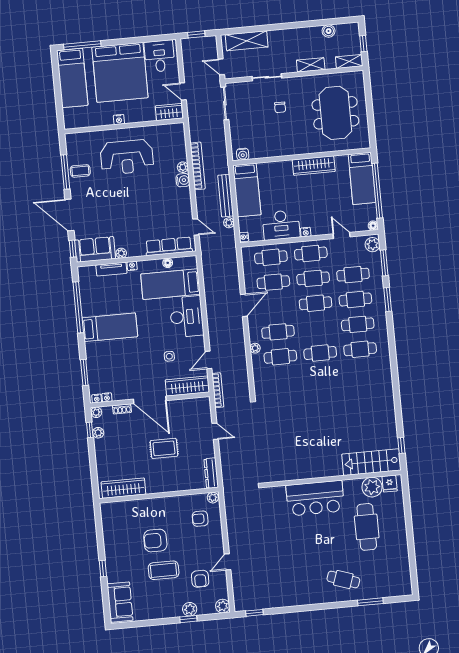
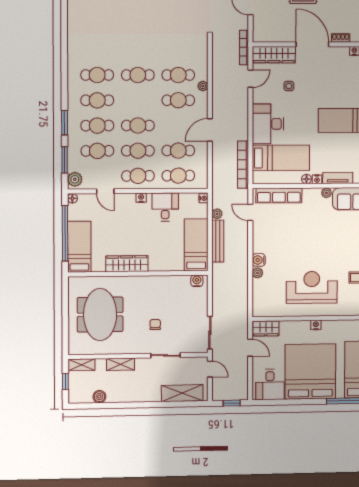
bookcase: (198, 166) -> (243, 165), moved
desk: (281, 225) -> (165, 207), width x0.73
floor lamp: (168, 263) -> (306, 179), moved

